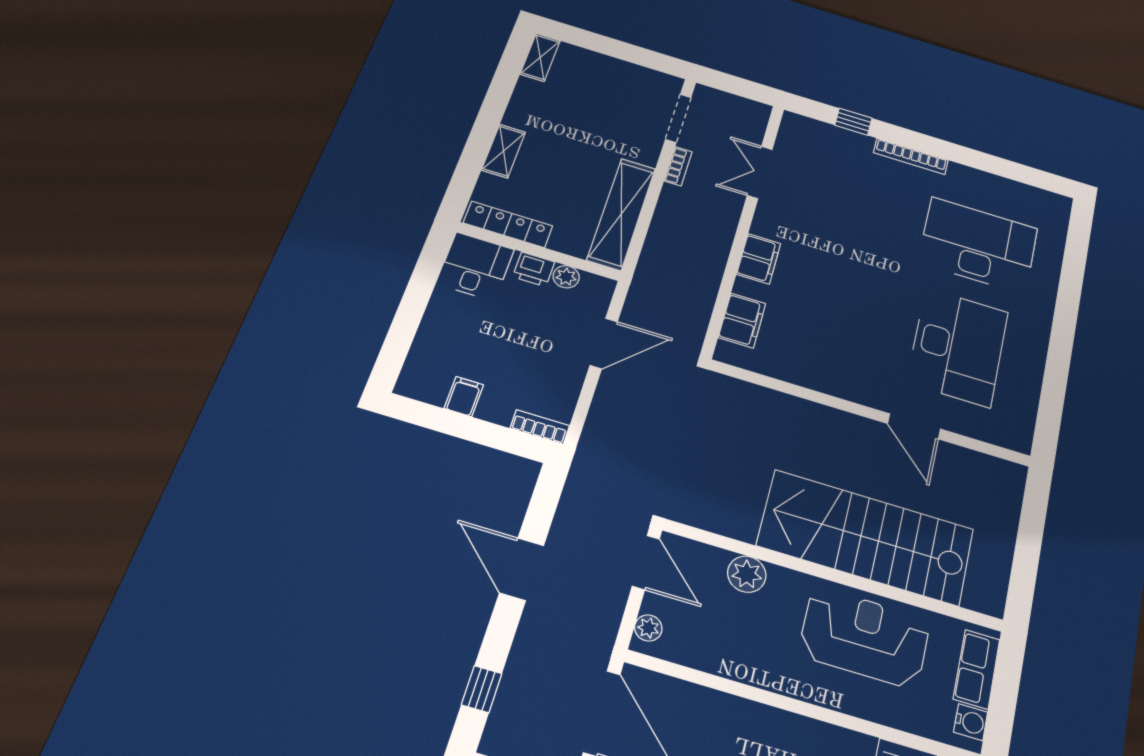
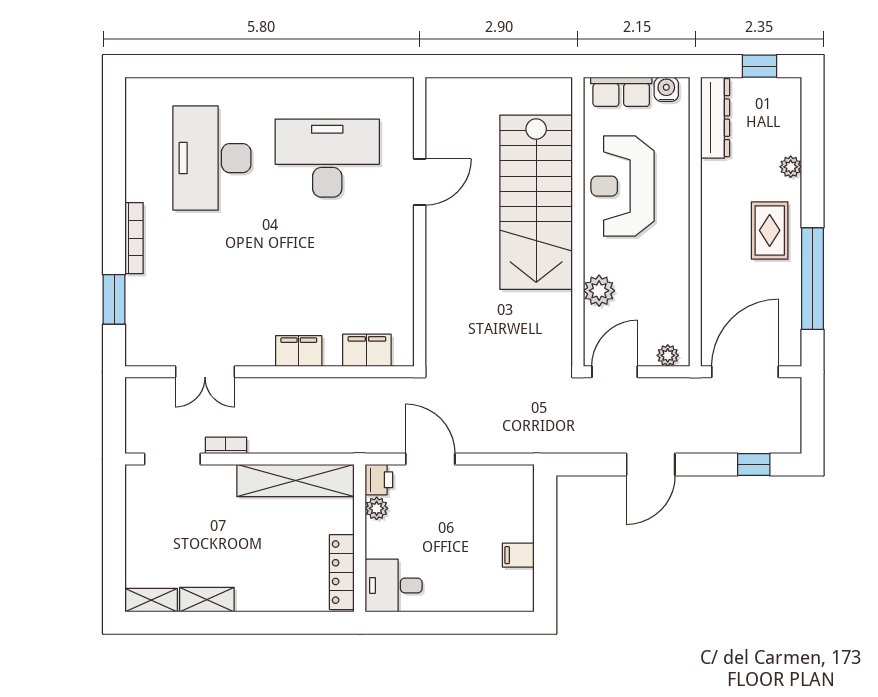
window: (853, 122) -> (114, 299), width x1.50
shelving: (504, 151) -> (207, 600), moved
printer: (534, 269) -> (379, 480), moved
bookcase: (540, 427) -> (525, 488), removed

